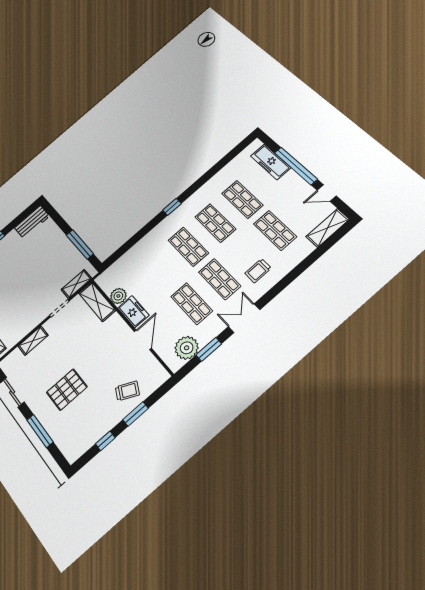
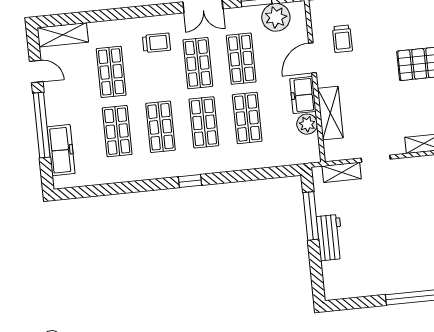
workbench: (32, 222) -> (330, 238), moved, turned 90
shop shelf: (161, 270) -> (247, 118), added
shelving: (97, 302) -> (330, 113), moved
trolley: (127, 391) -> (342, 39), moved, turned -117

